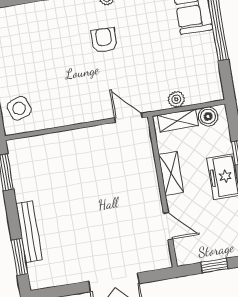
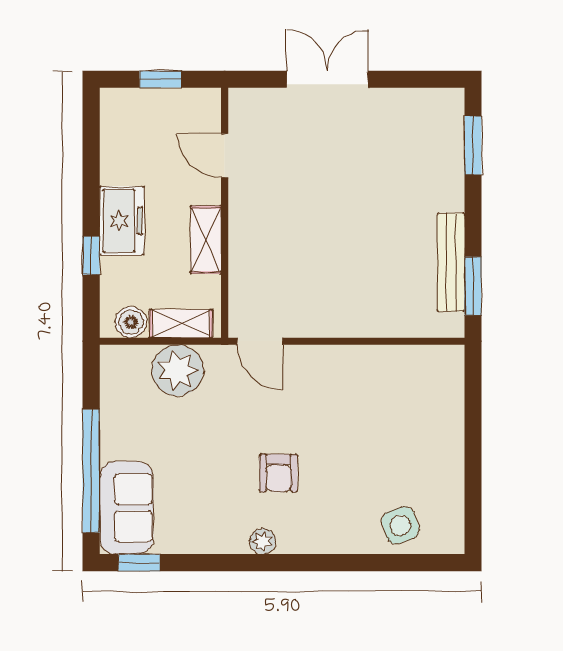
plant: (176, 99) -> (177, 370), width x1.87, depth x1.87
side table: (19, 108) -> (400, 525), moved
bench: (29, 232) -> (451, 262), moved

